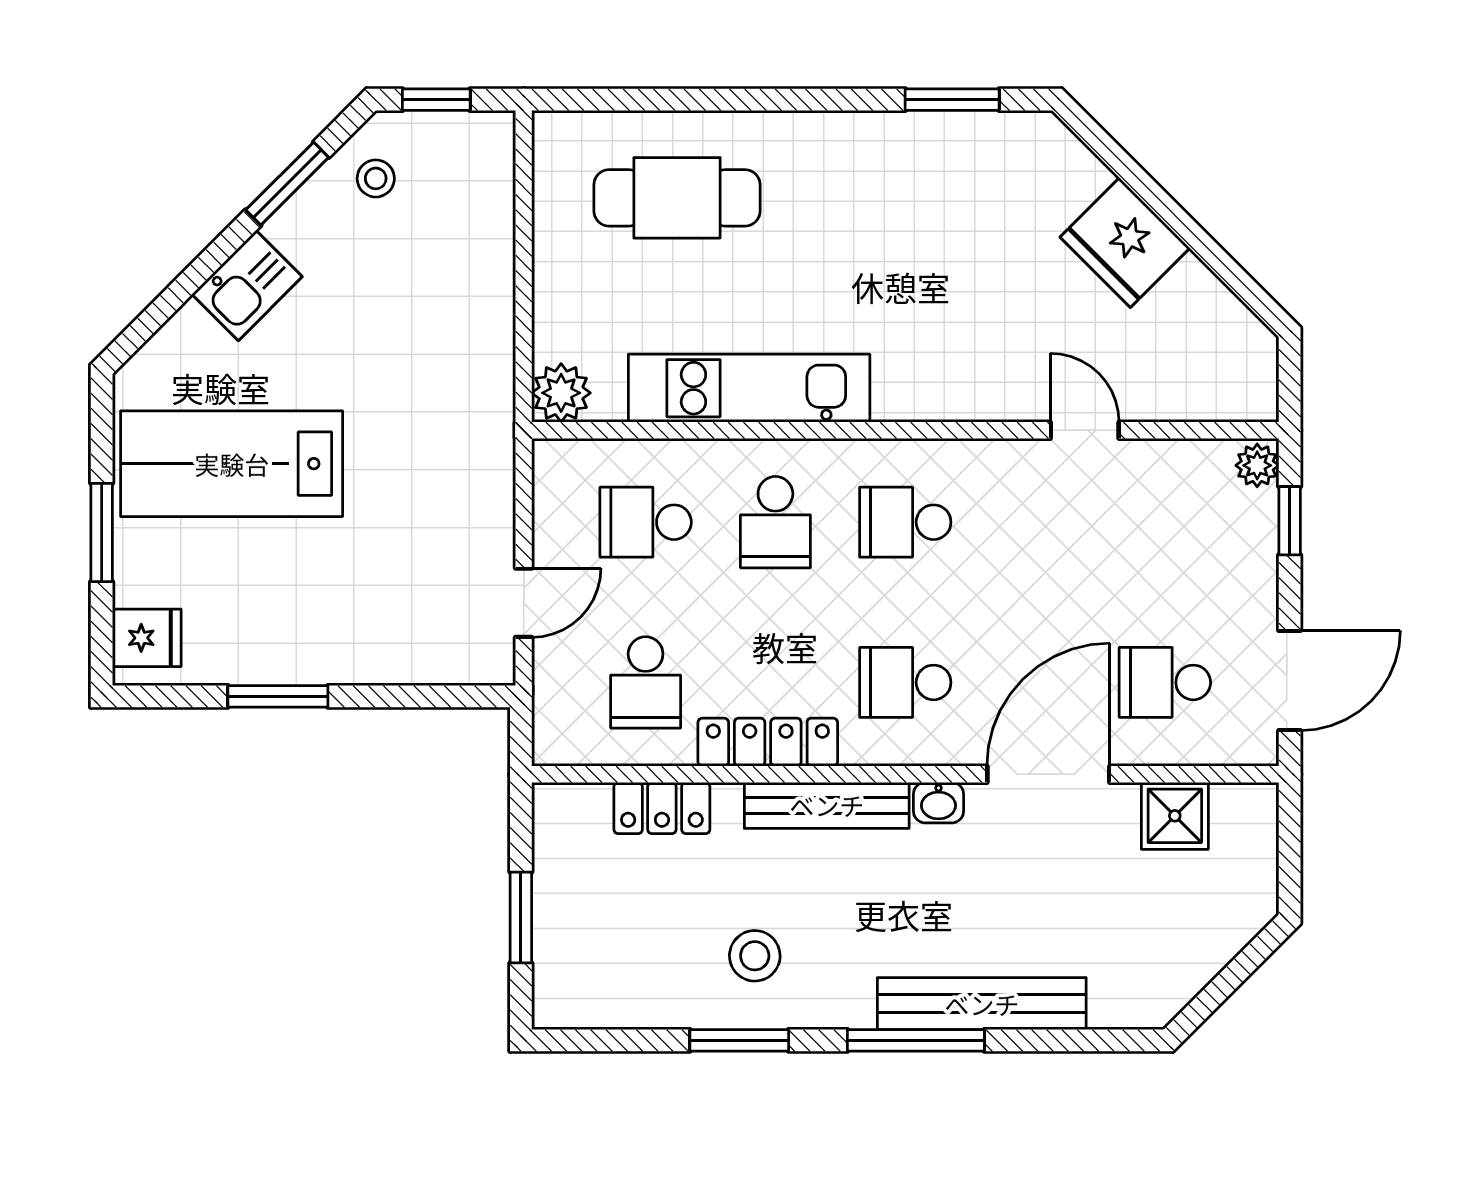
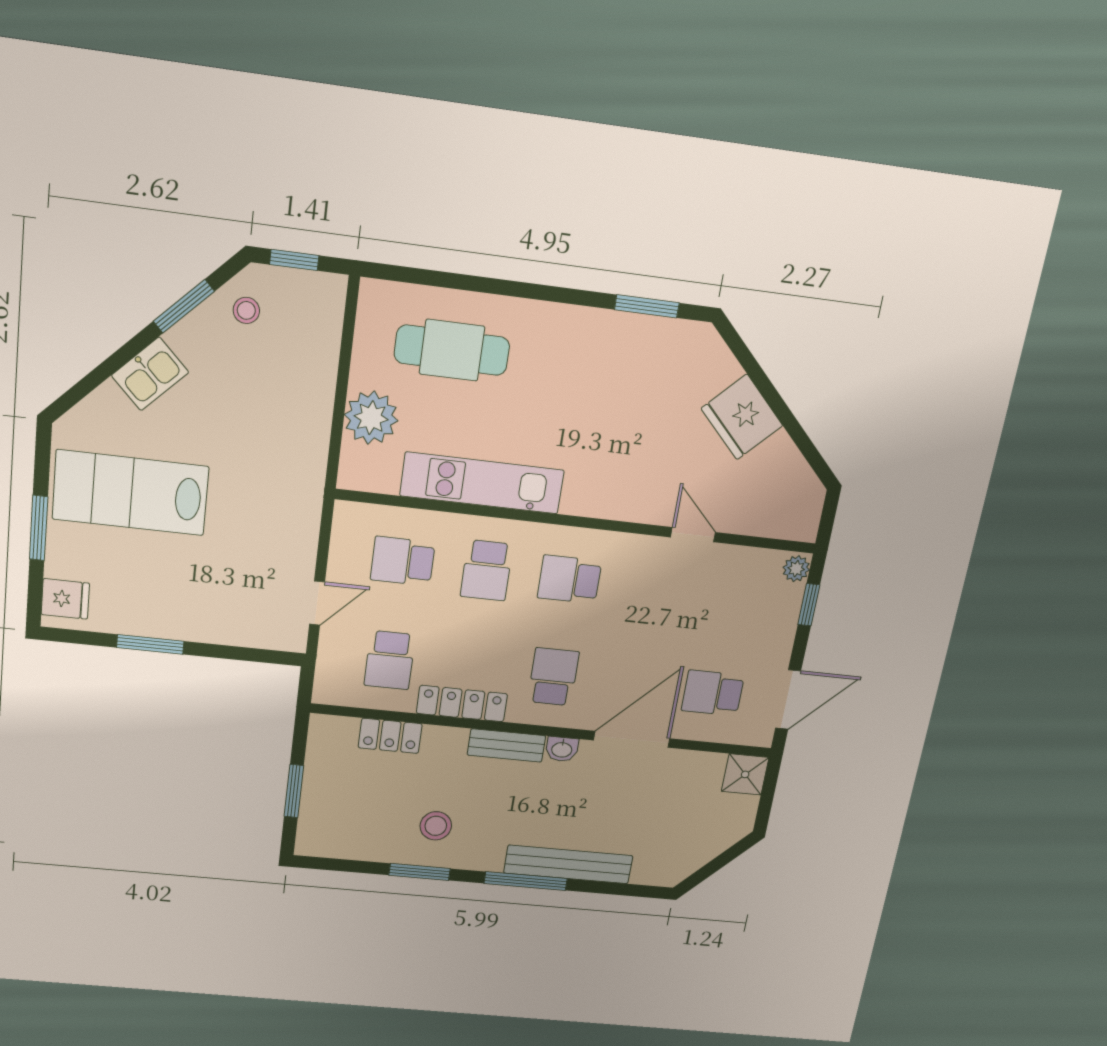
plant: (561, 393) -> (371, 418), moved, width x1.36, depth x1.36
school desk: (905, 682) -> (553, 677), turned 90
bench: (827, 805) -> (506, 745), width x0.73
shower: (1175, 816) -> (745, 774), moved

